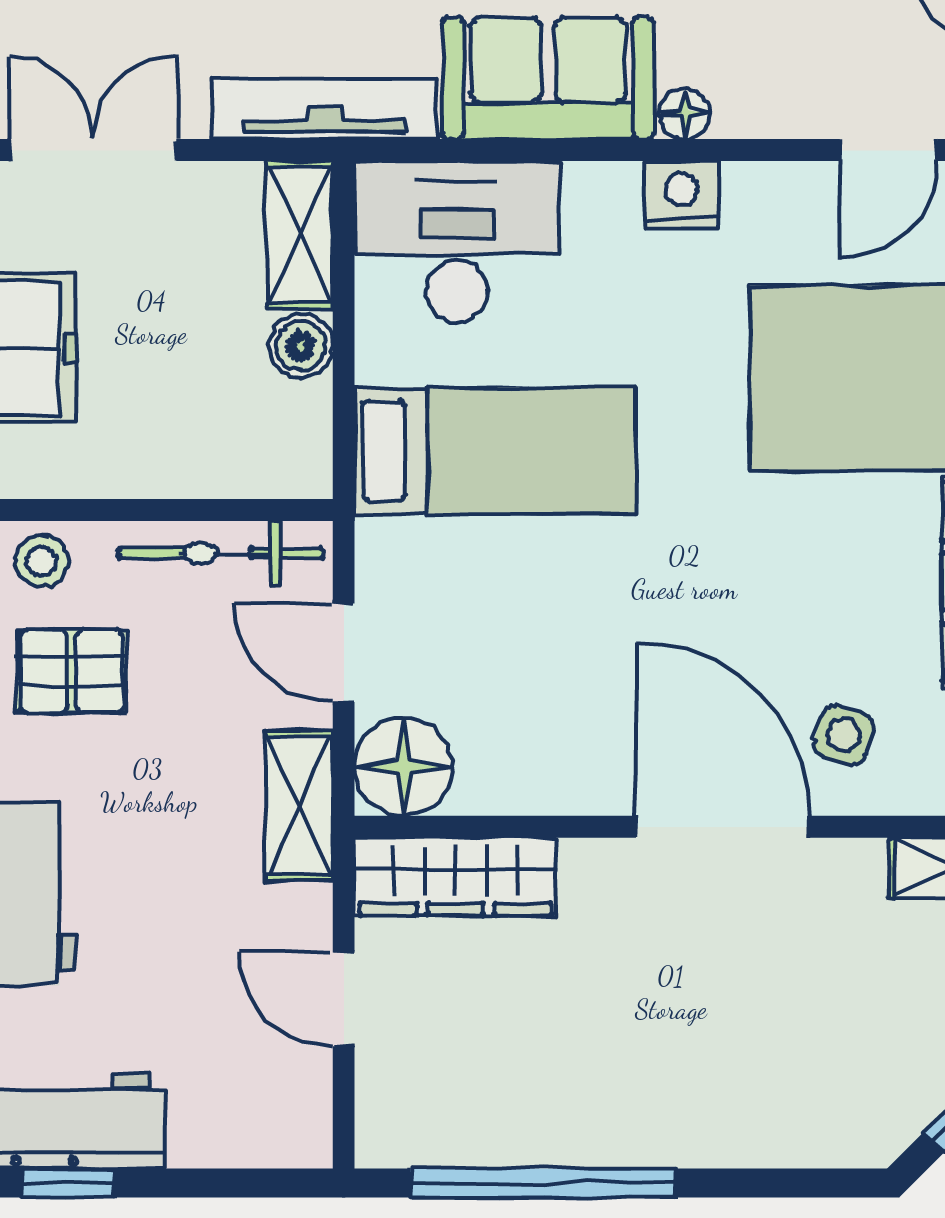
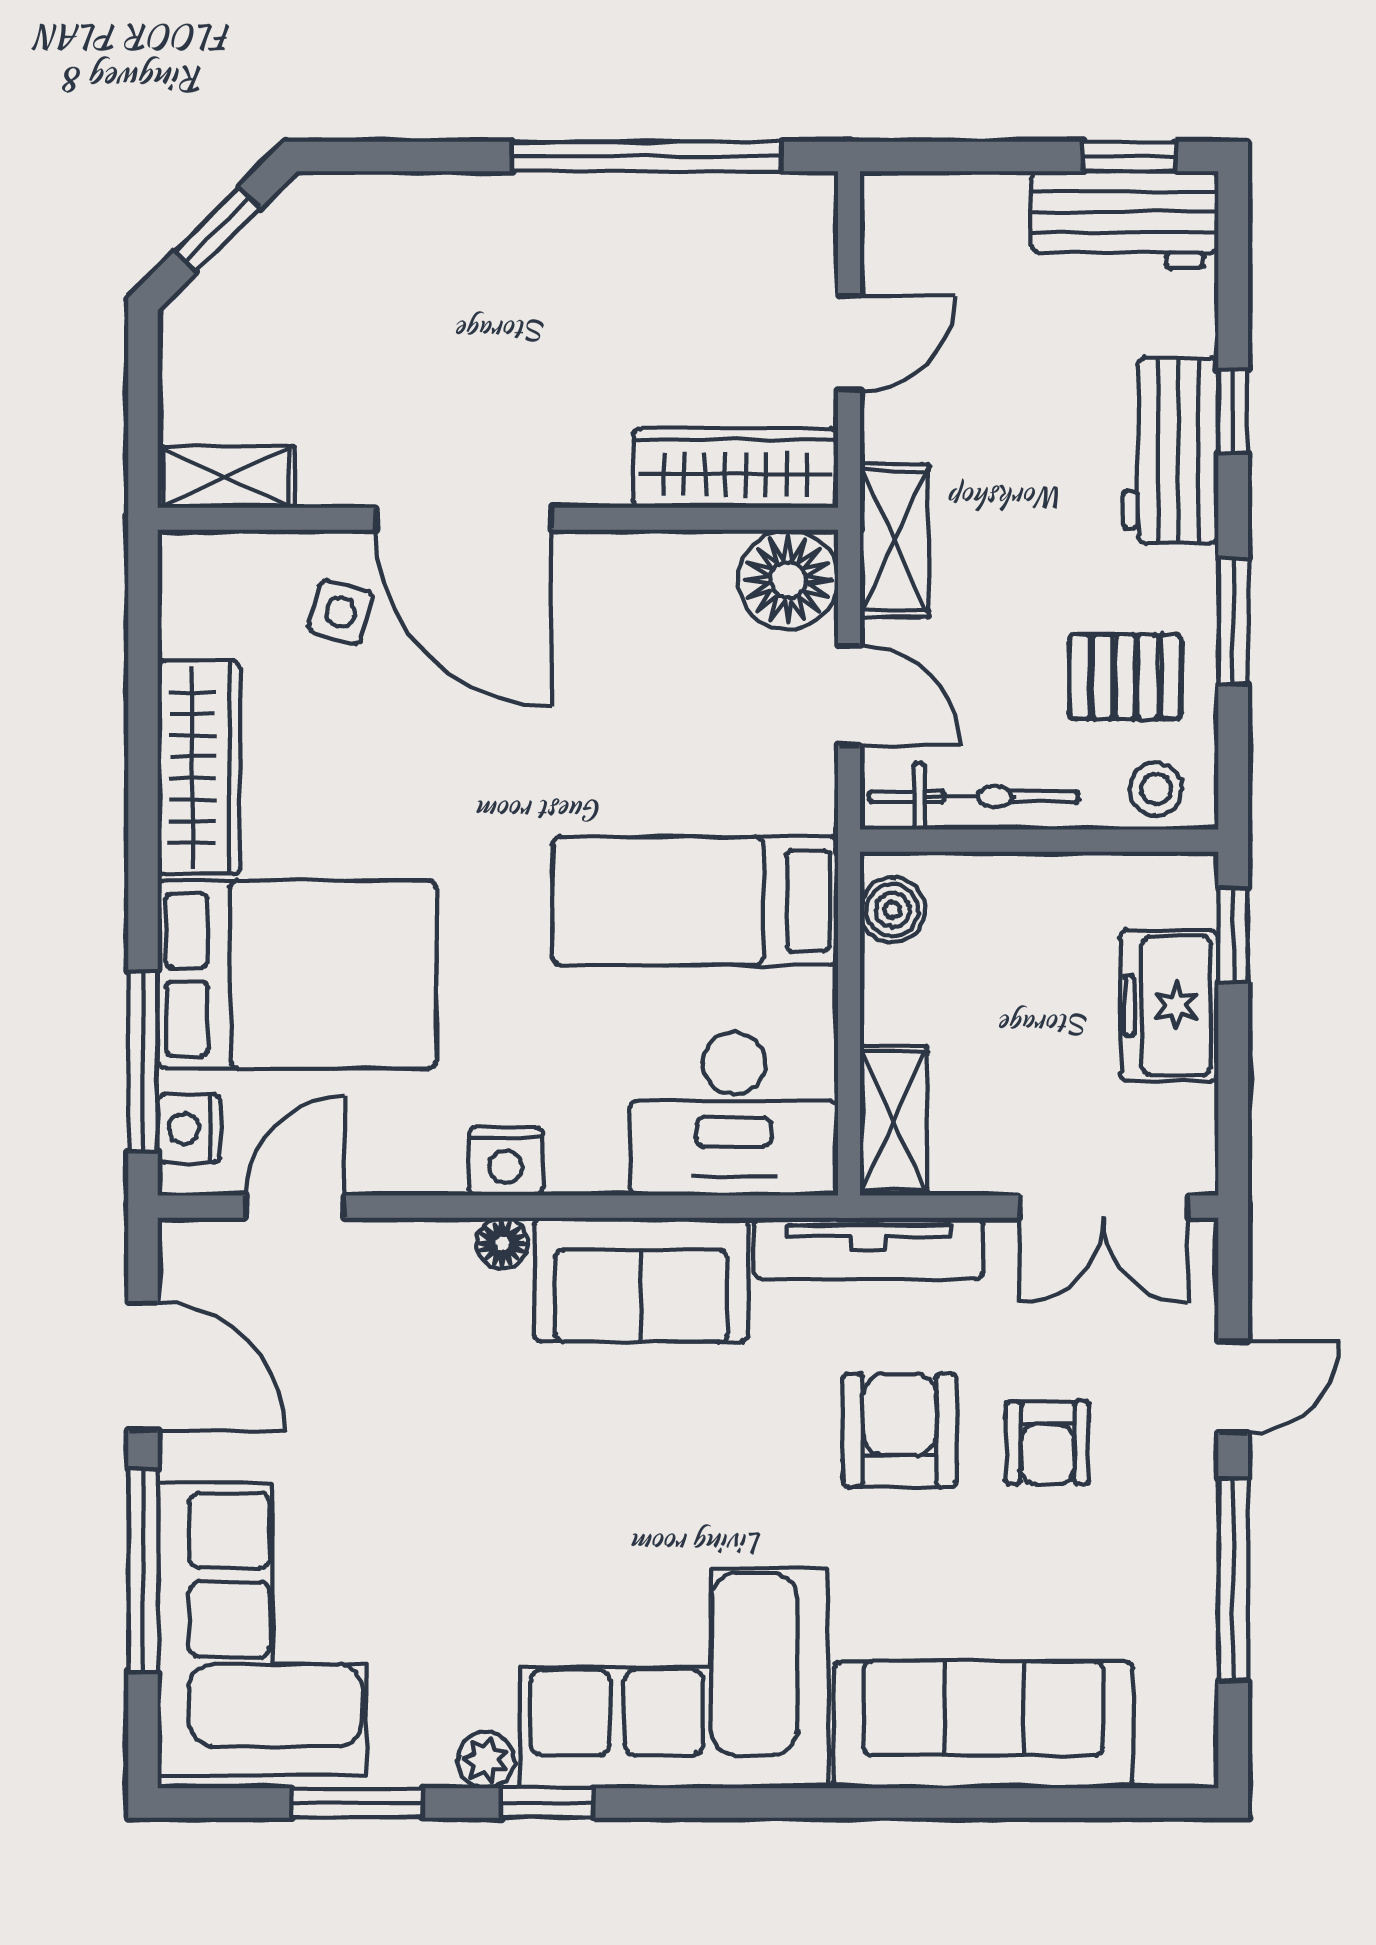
boiler: (301, 346) -> (893, 910), moved
door: (344, 999) -> (849, 343), hinge flipped

